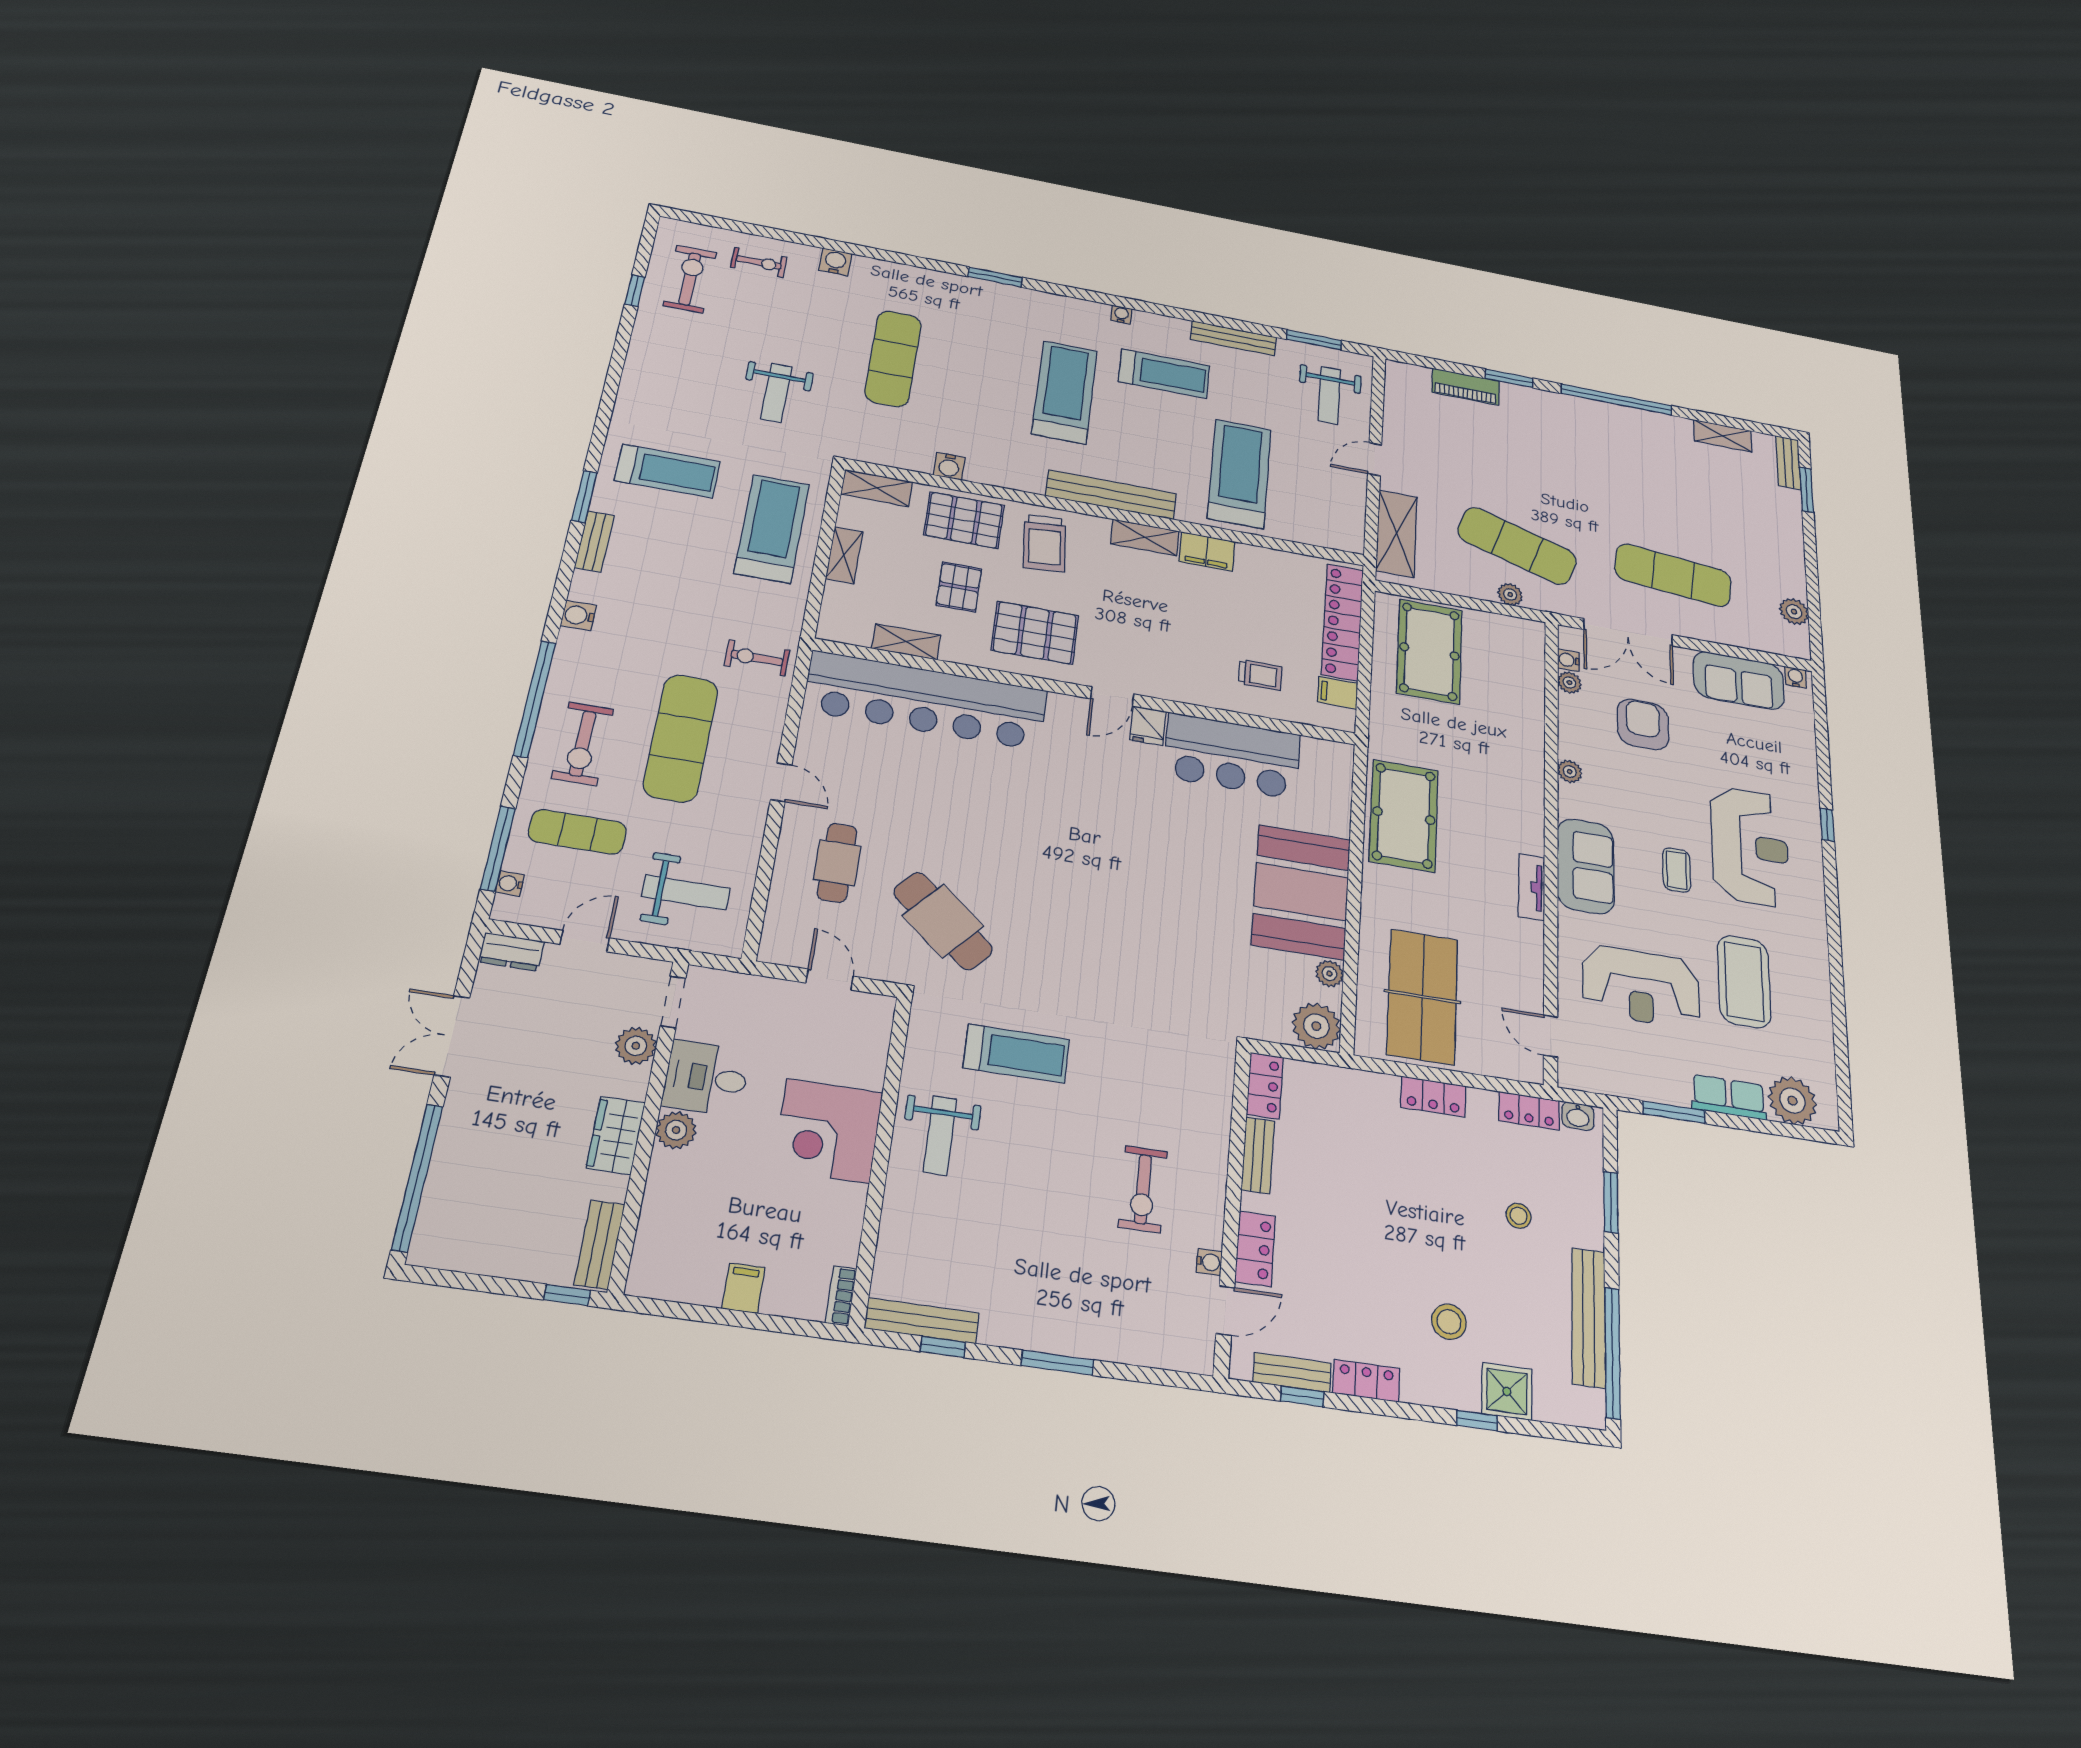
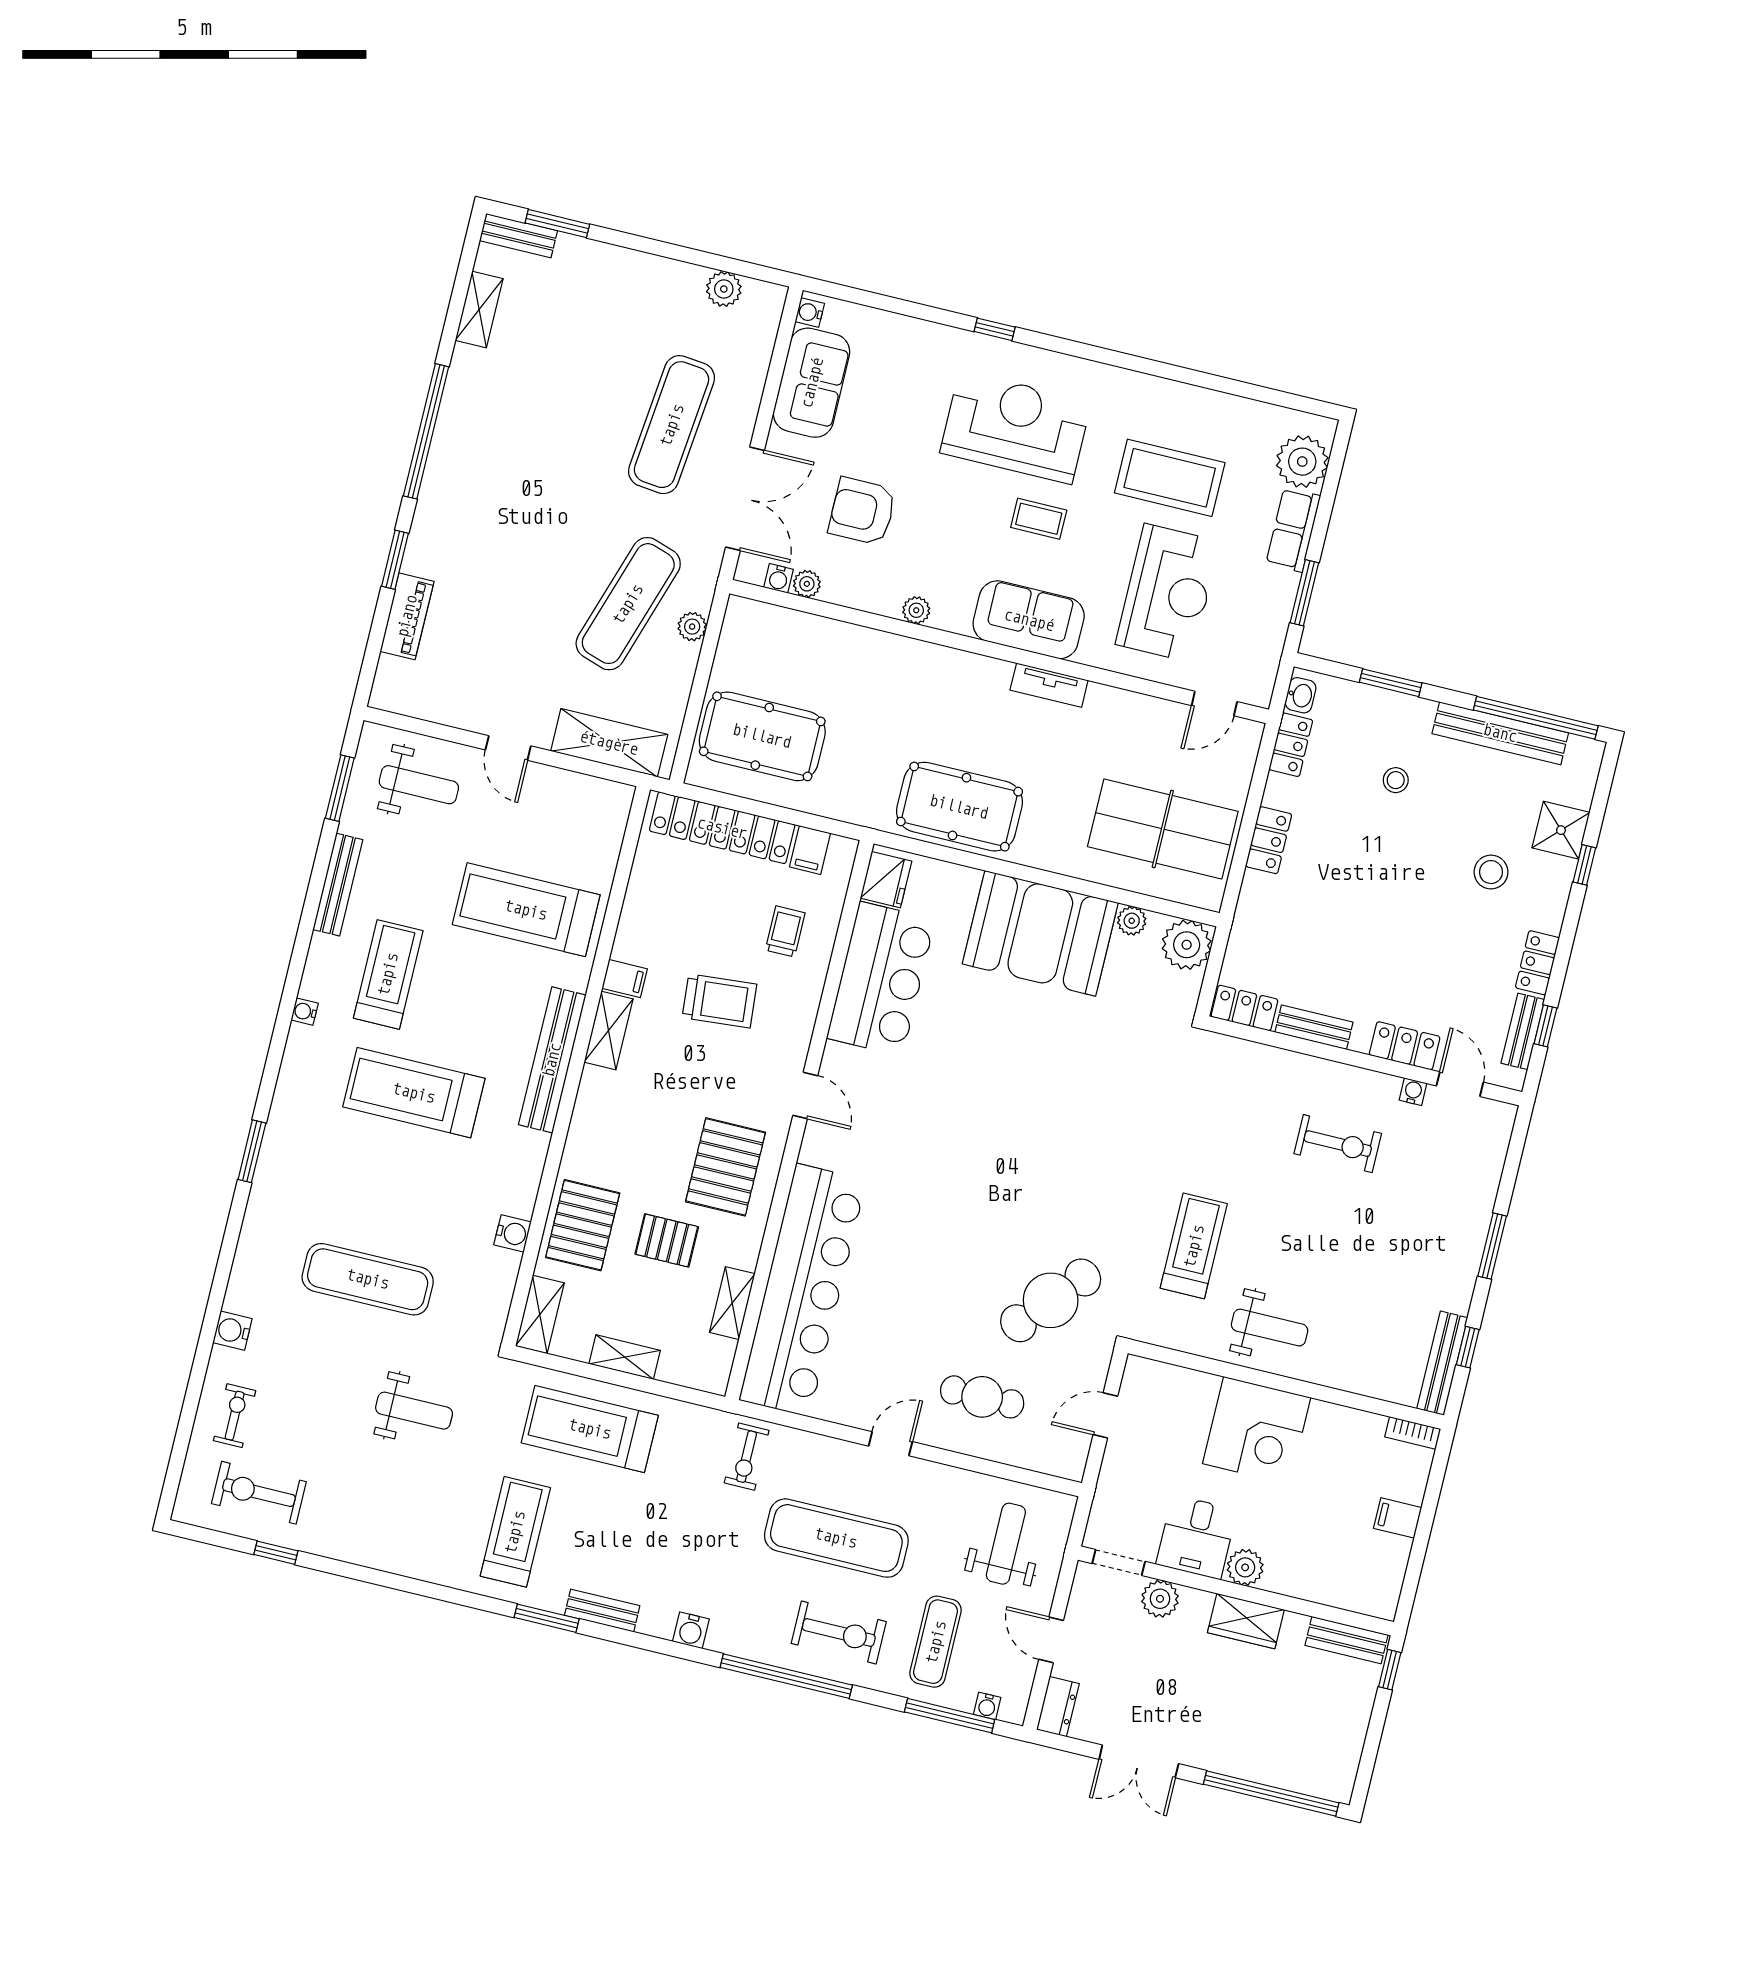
trolley: (1045, 543) -> (719, 1001), moved
filing cabinet: (1207, 551) -> (625, 979), width x0.50
fridge: (1148, 726) -> (886, 880), moved, width x1.38

